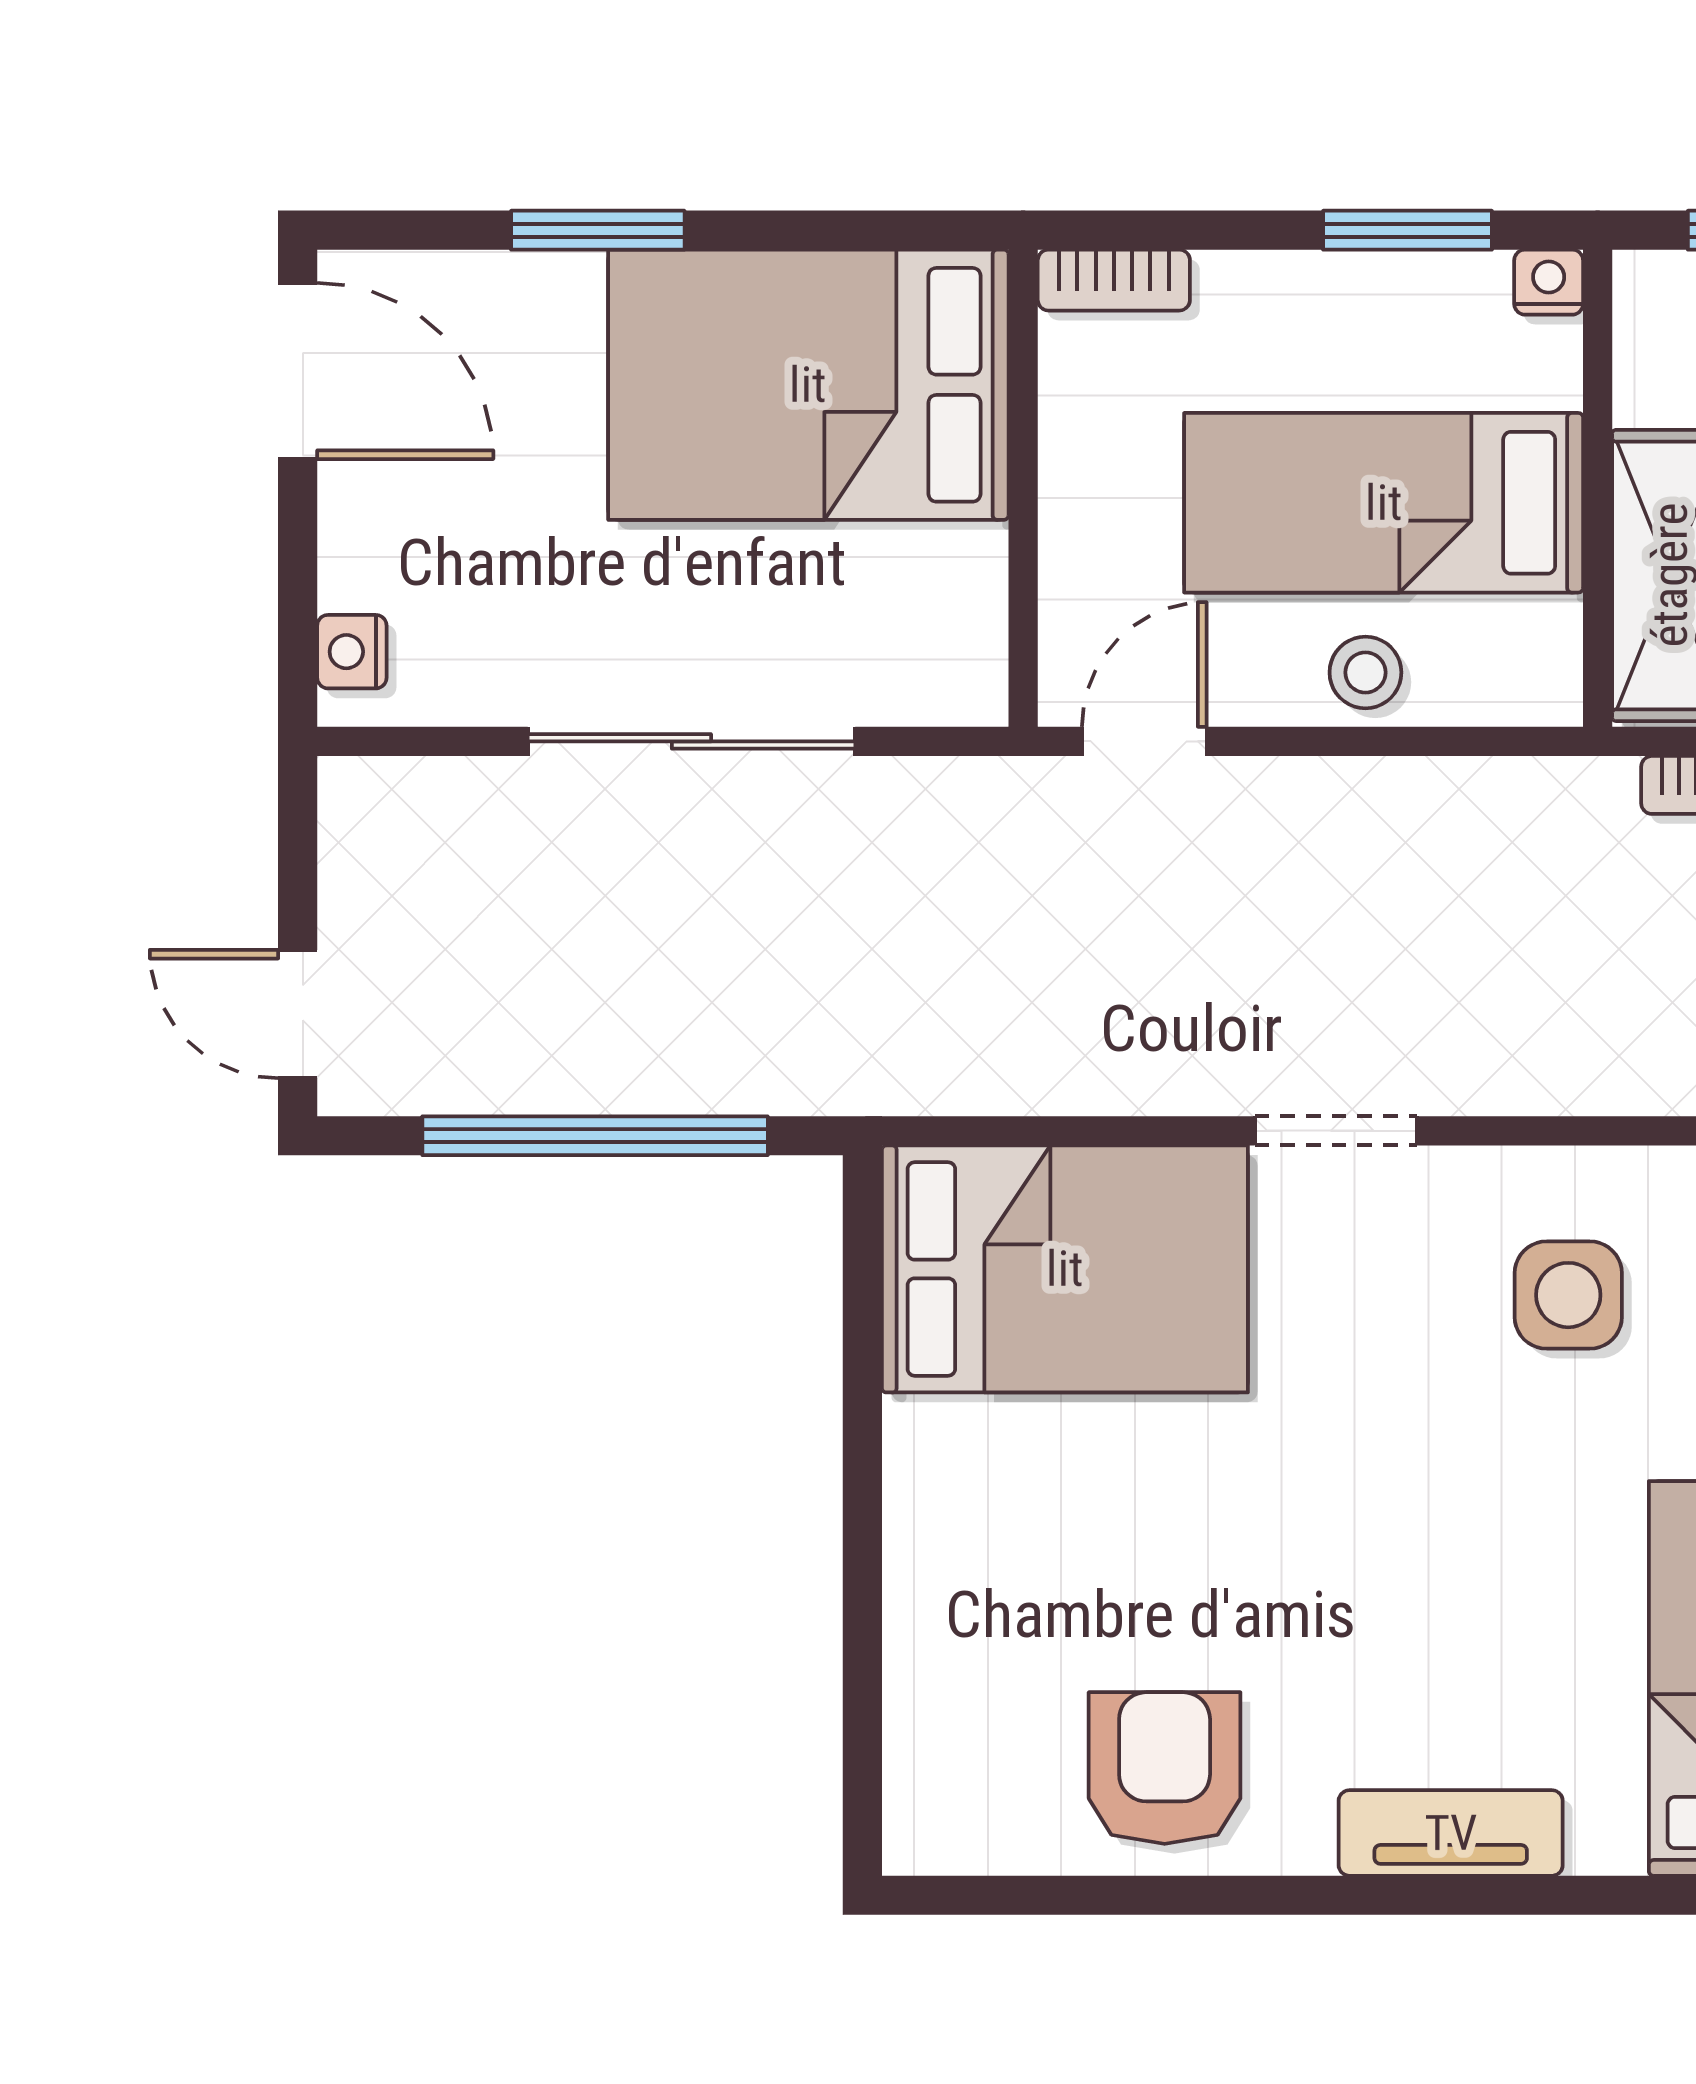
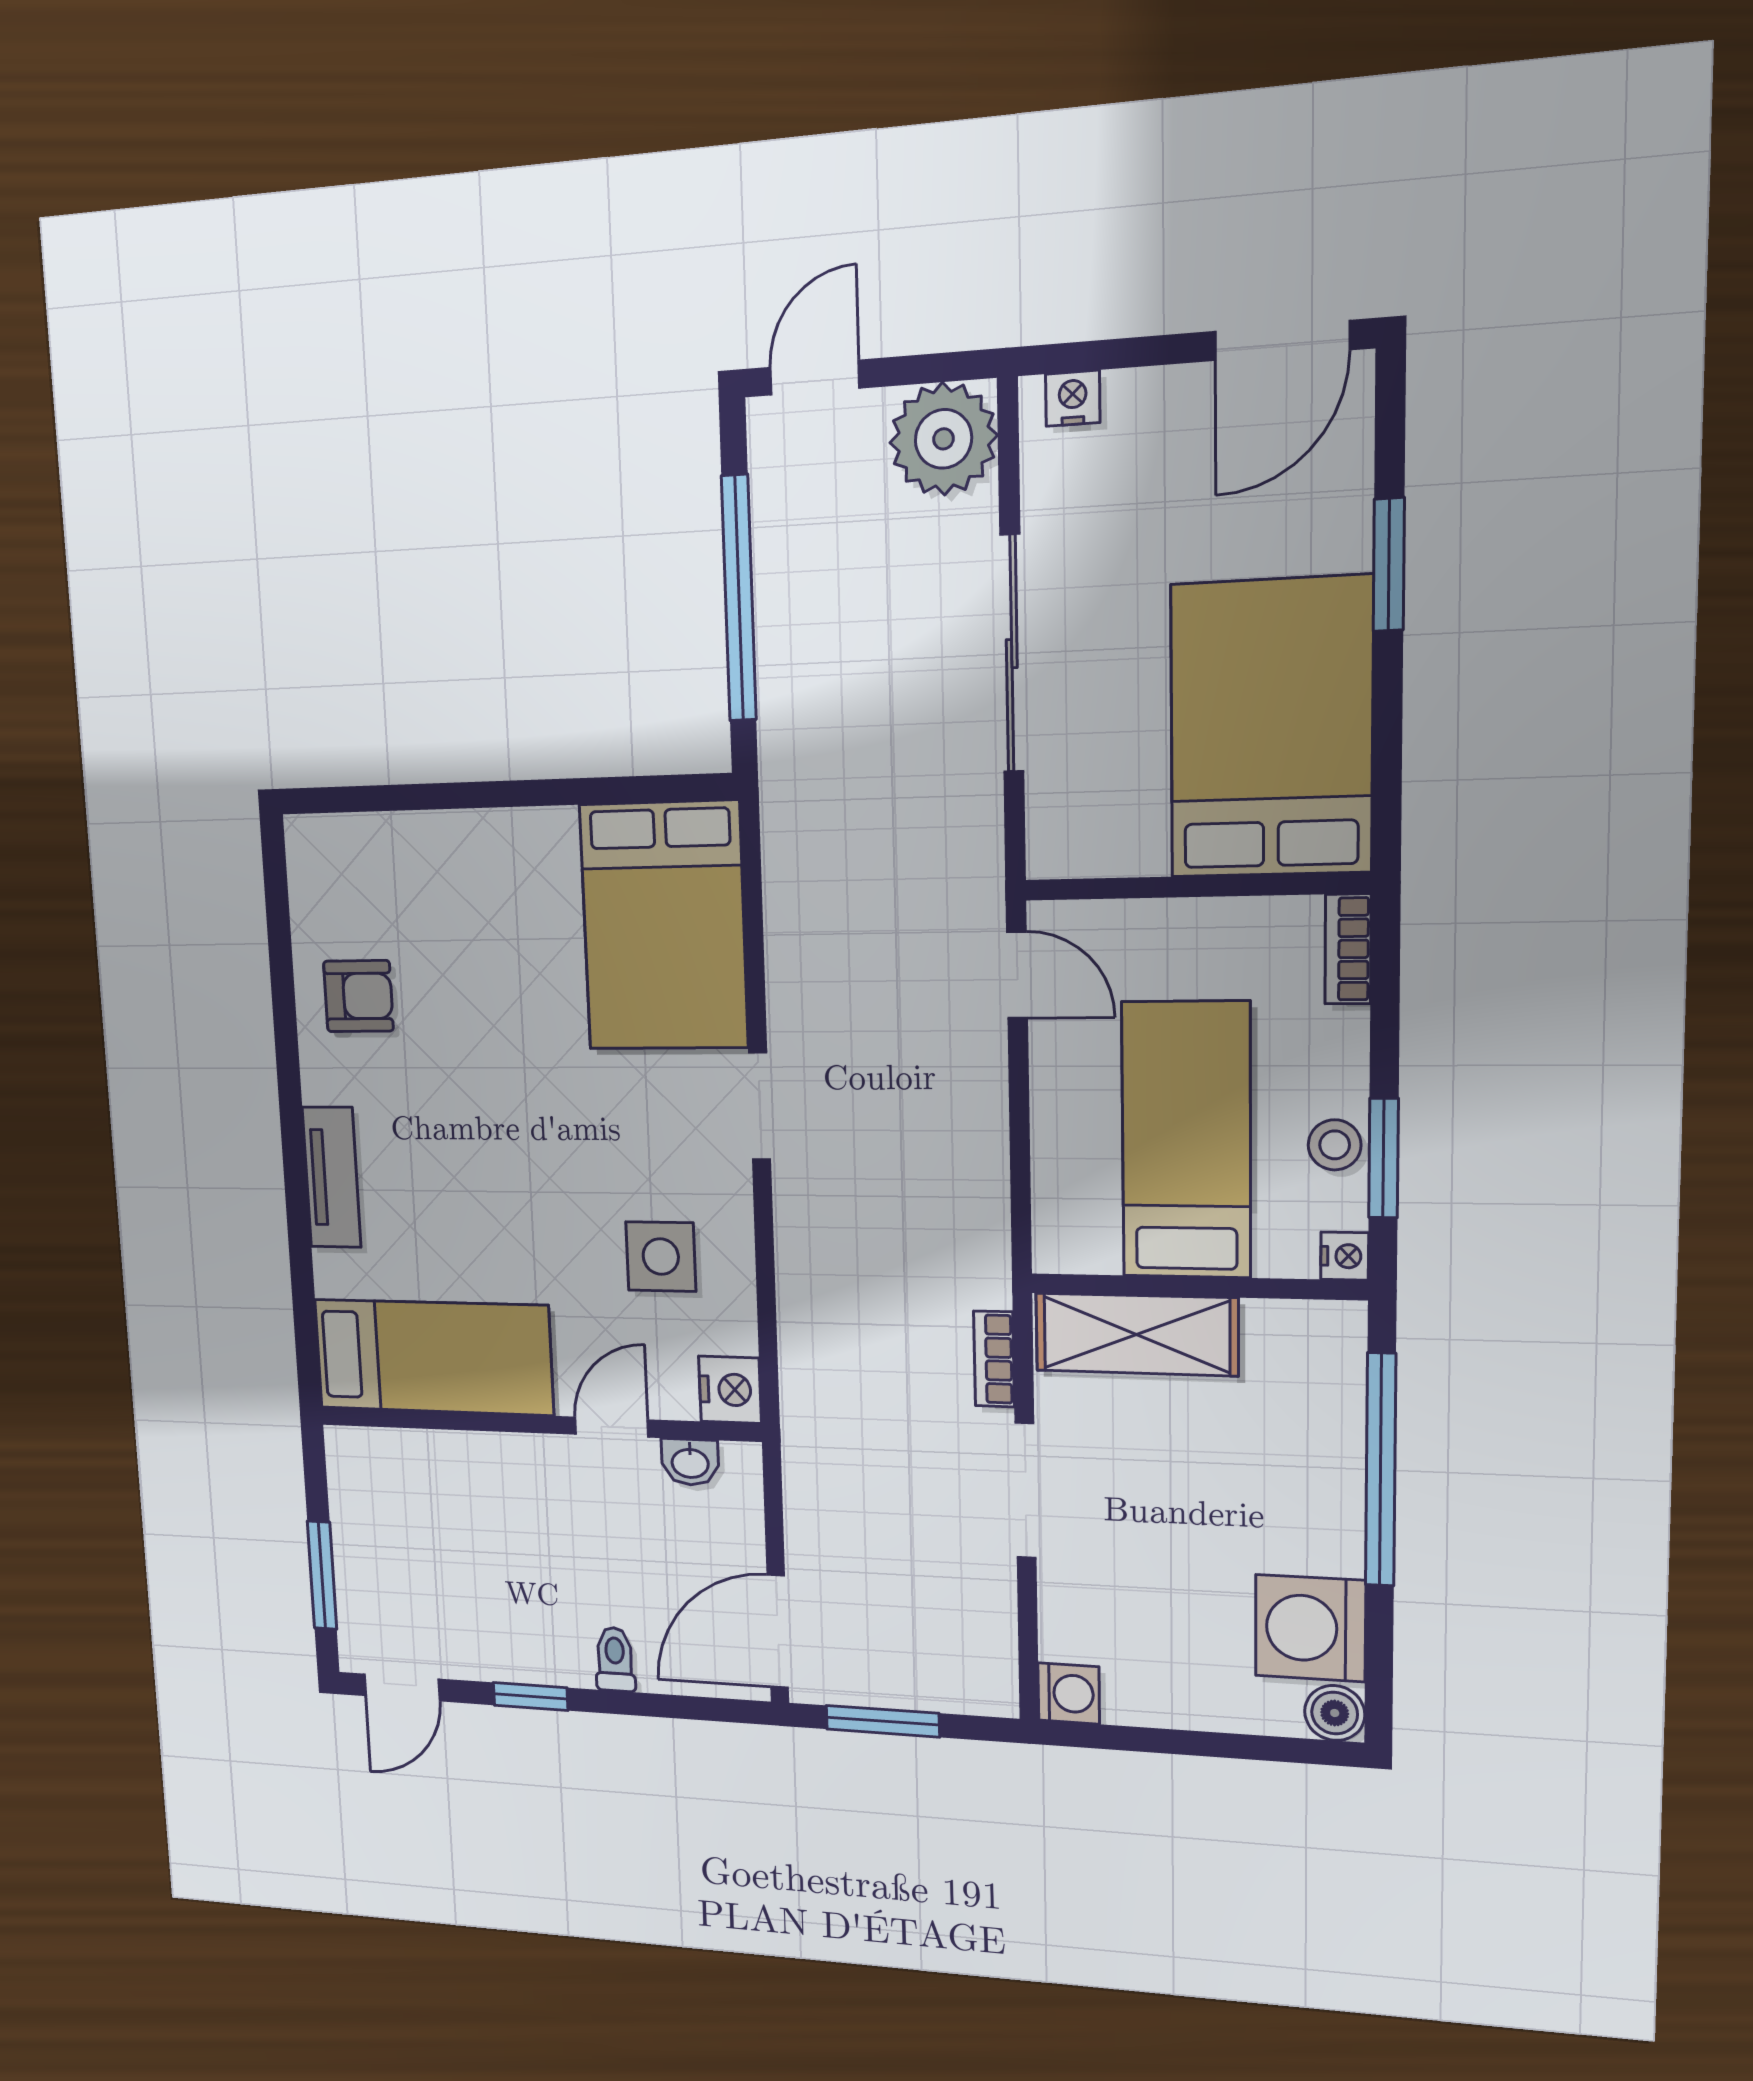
stool: (1365, 672) -> (1335, 1145), moved
plant: (393, 832) -> (943, 439), added
armchair: (1165, 1768) -> (358, 996), width x0.72, depth x0.72

